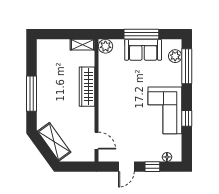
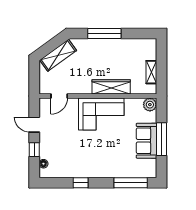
shelving: (82, 45) -> (151, 72), moved
plant: (175, 56) -> (140, 172), removed
corner sofa: (165, 110) -> (101, 114), moved, turned 180

